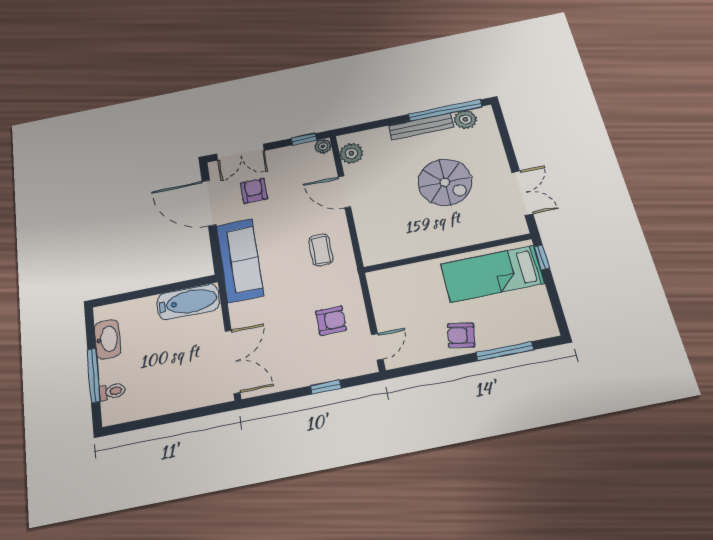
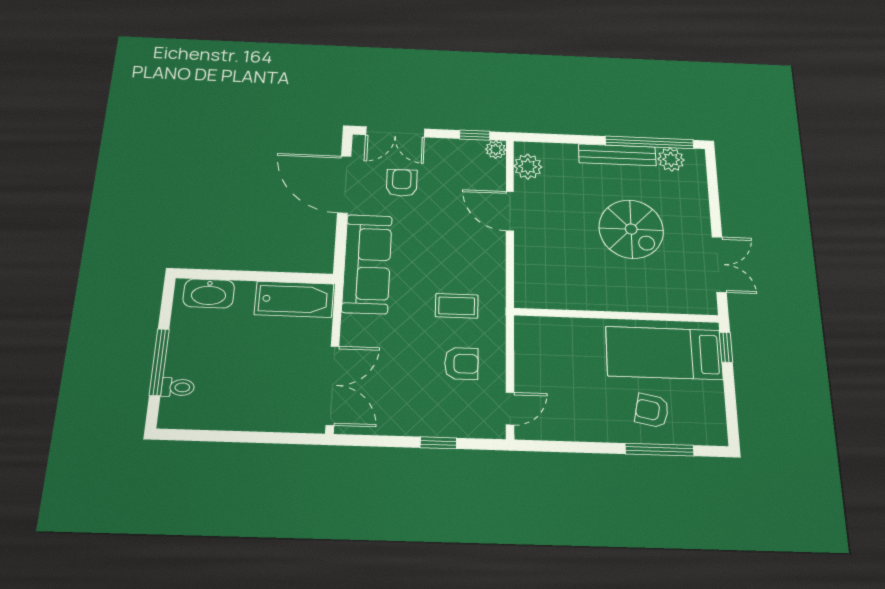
coffee table: (321, 250) -> (457, 306), moved, turned 90
armchair: (461, 335) -> (652, 411), moved
washbasin: (107, 339) -> (209, 293), moved, turned 90

